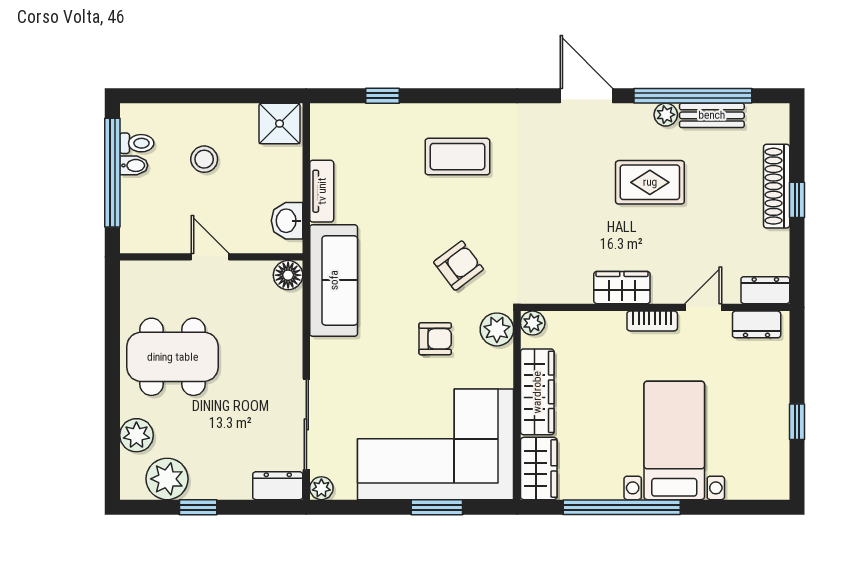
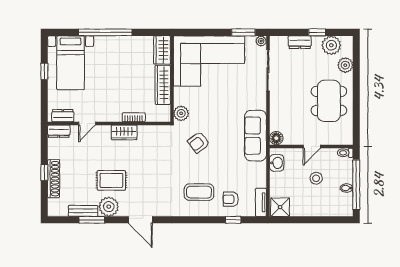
window: (693, 96) -> (92, 220), width x0.47
plant: (666, 115) -> (109, 207), width x1.87, depth x1.87
toilet: (137, 143) -> (345, 153), moved
stool: (204, 159) -> (316, 178), moved
tv unit: (322, 191) -> (261, 202), moved
door: (210, 257) -> (312, 146), hinge flipped
bookcase: (652, 321) -> (134, 117), moved
plant: (533, 323) -> (165, 116), removed
armchair: (435, 339) -> (231, 199), moved
dining table: (173, 357) -> (329, 101), turned 90
bed with nightstands: (674, 440) -> (71, 63), moved
dresser: (278, 486) -> (300, 42), moved
window: (437, 507) -> (243, 32), moved
window: (622, 507) -> (105, 32), moved

